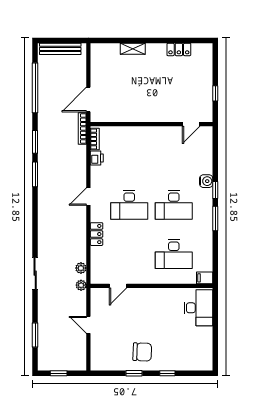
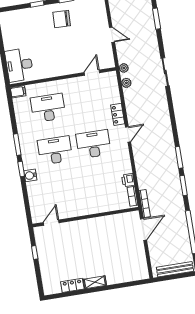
shelving: (133, 49) -> (95, 282), moved
door: (88, 197) -> (128, 134), moved

